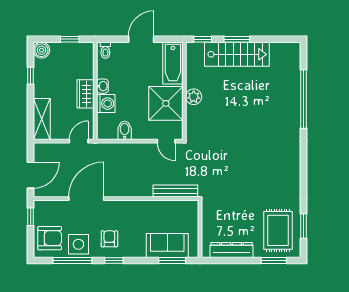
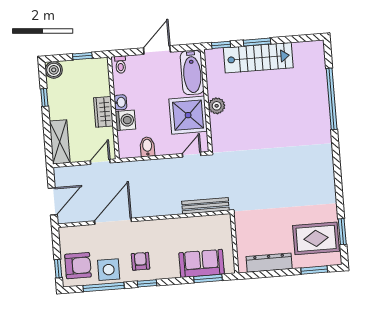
door: (166, 141) -> (192, 155), swing flipped
window: (31, 217) -> (58, 269), moved
rug: (278, 230) -> (316, 238), turned 90

